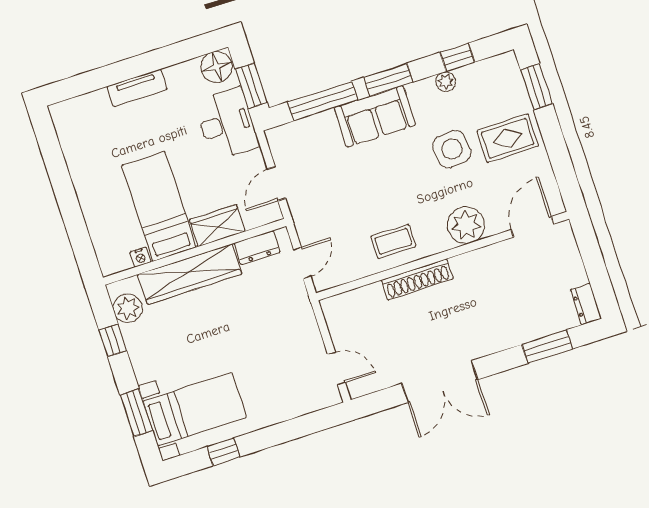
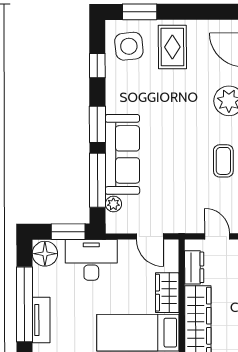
window: (149, 62) -> (25, 304), added
plant: (446, 82) -> (113, 204), moved
sofa: (375, 116) -> (122, 154), width x1.36
side table: (452, 149) -> (129, 46), moved

